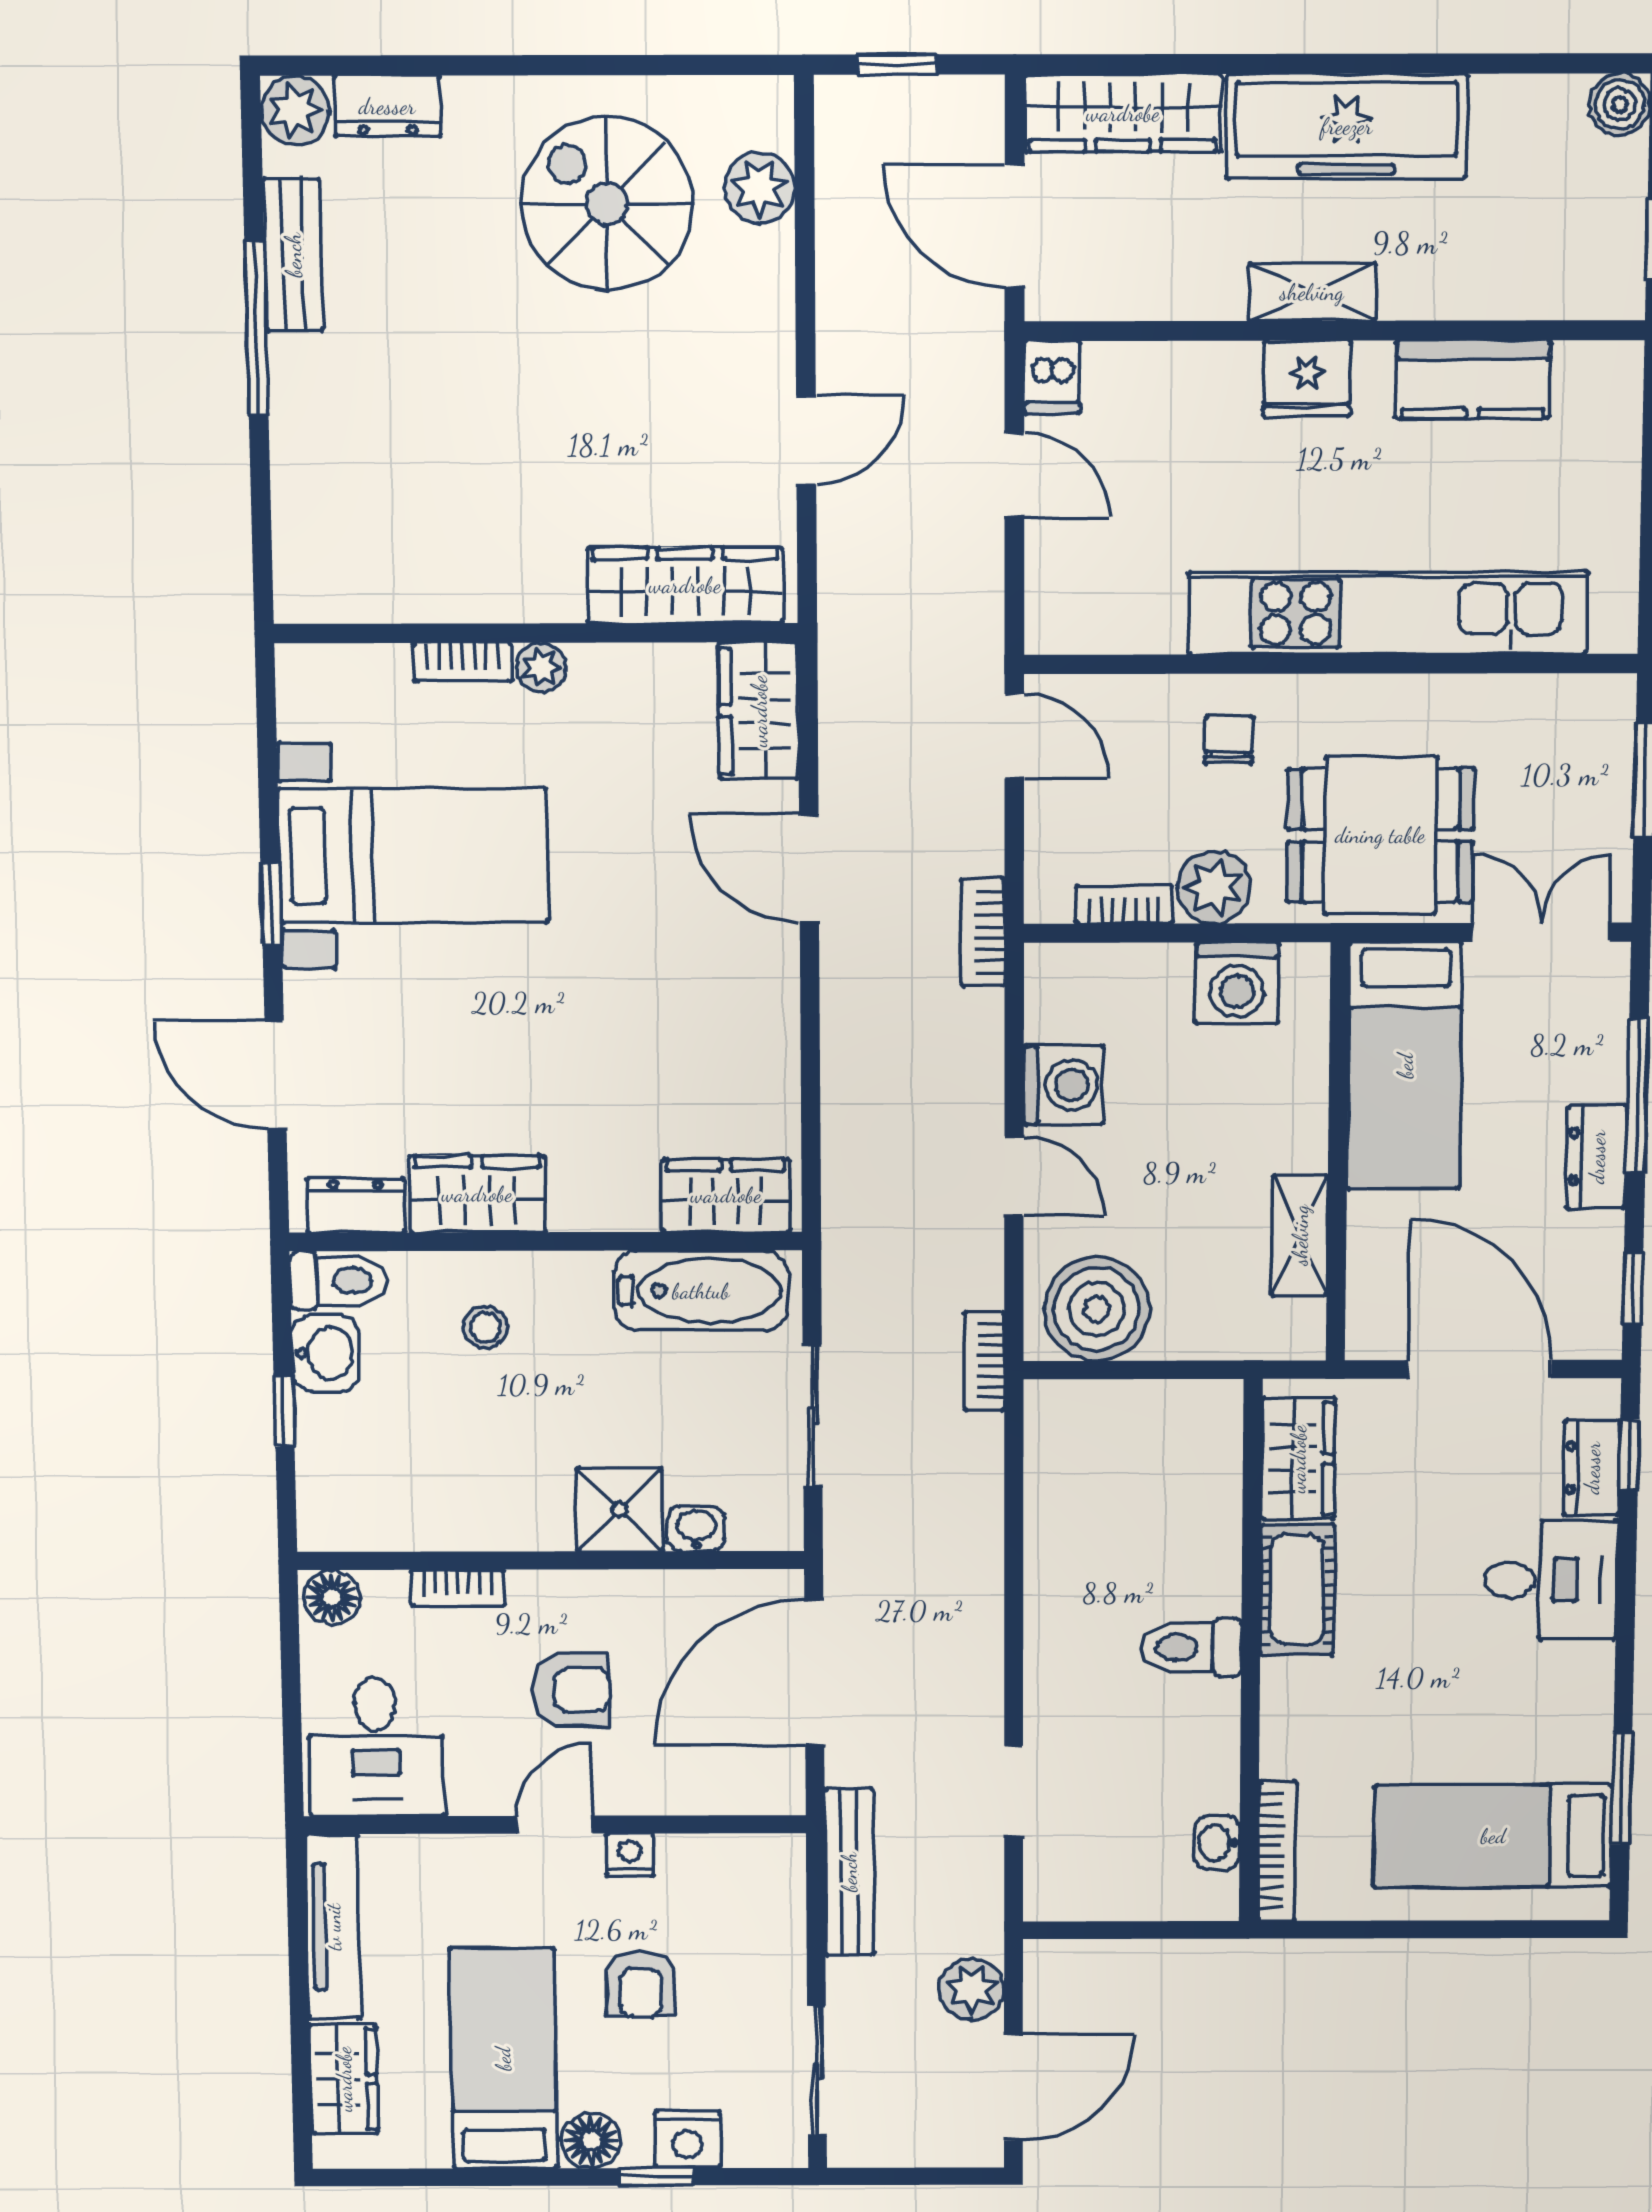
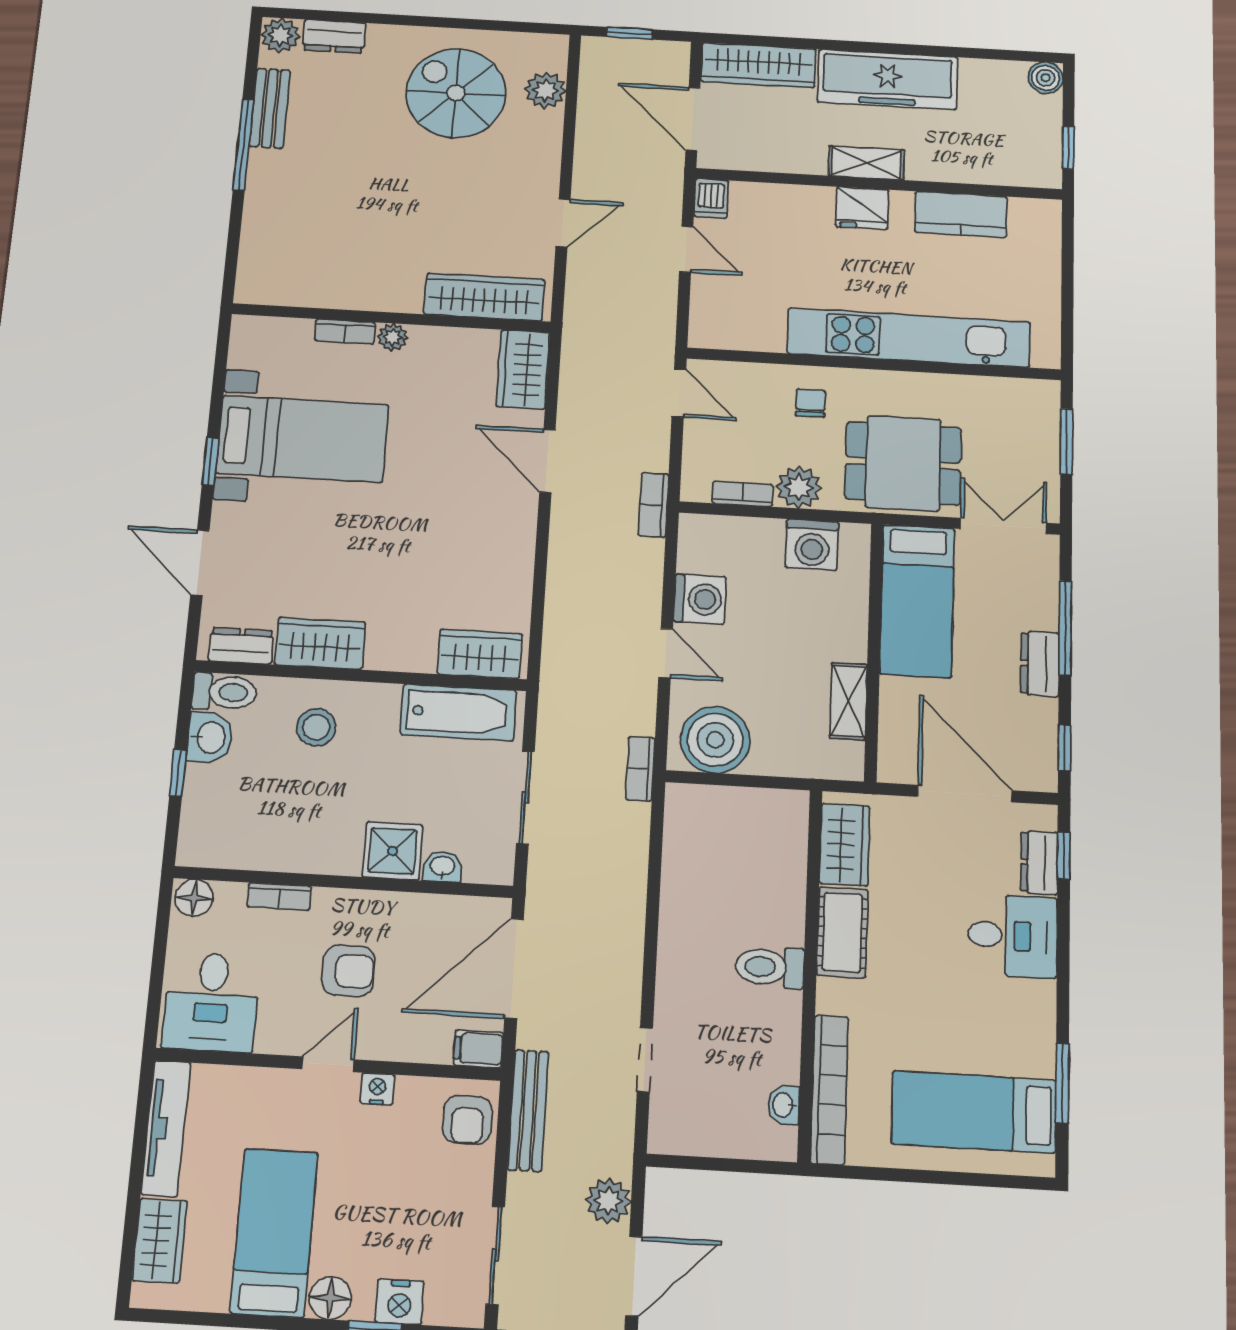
stool: (485, 1327) -> (316, 727), width x1.37, depth x1.37
filing cabinet: (771, 1790) -> (478, 1049), added
bookcase: (1277, 1851) -> (829, 1090), width x1.48, depth x1.31
armchair: (641, 1983) -> (467, 1120), moved

